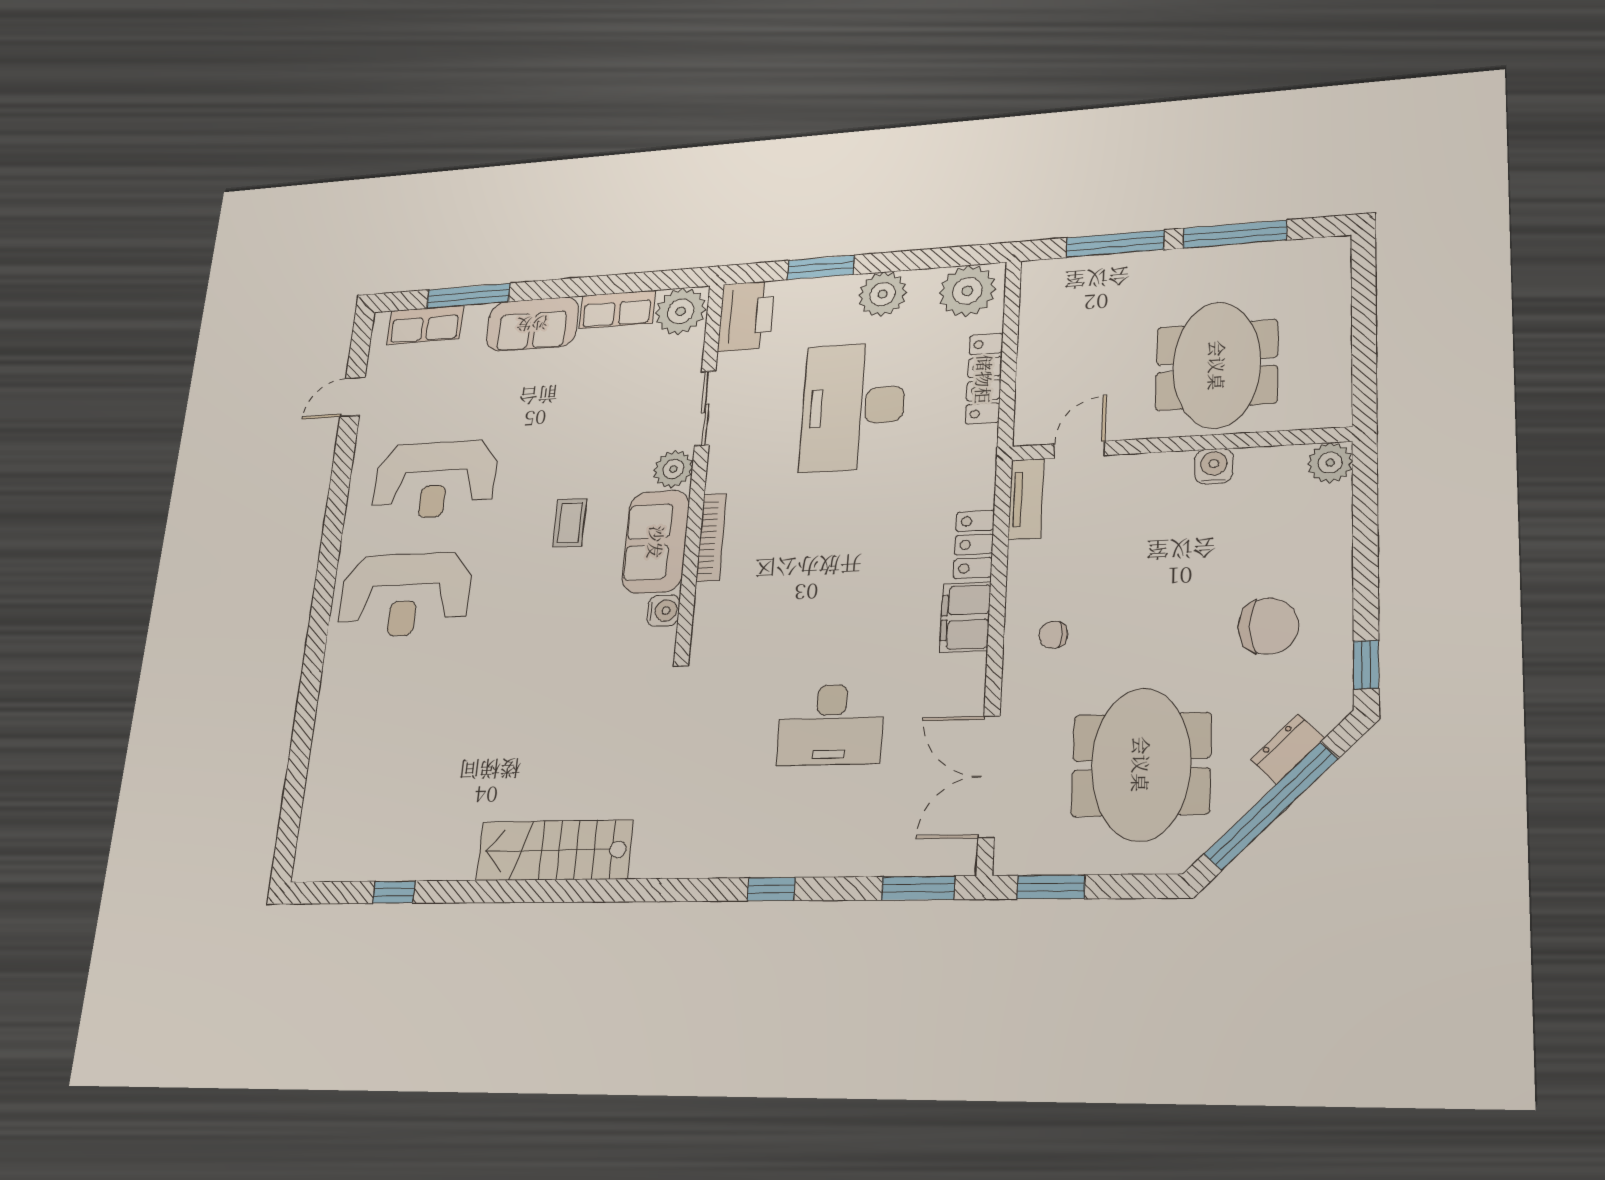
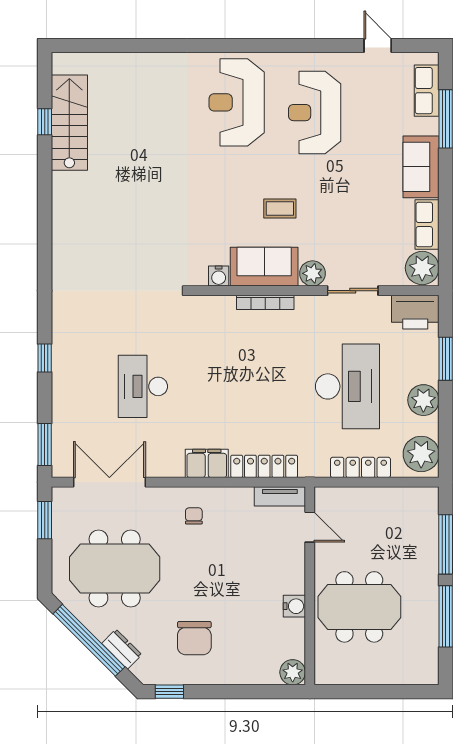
desk: (853, 407) -> (347, 386), turned 90
locker: (974, 544) -> (264, 466), width x1.53
stairs: (554, 850) -> (69, 123), moved

